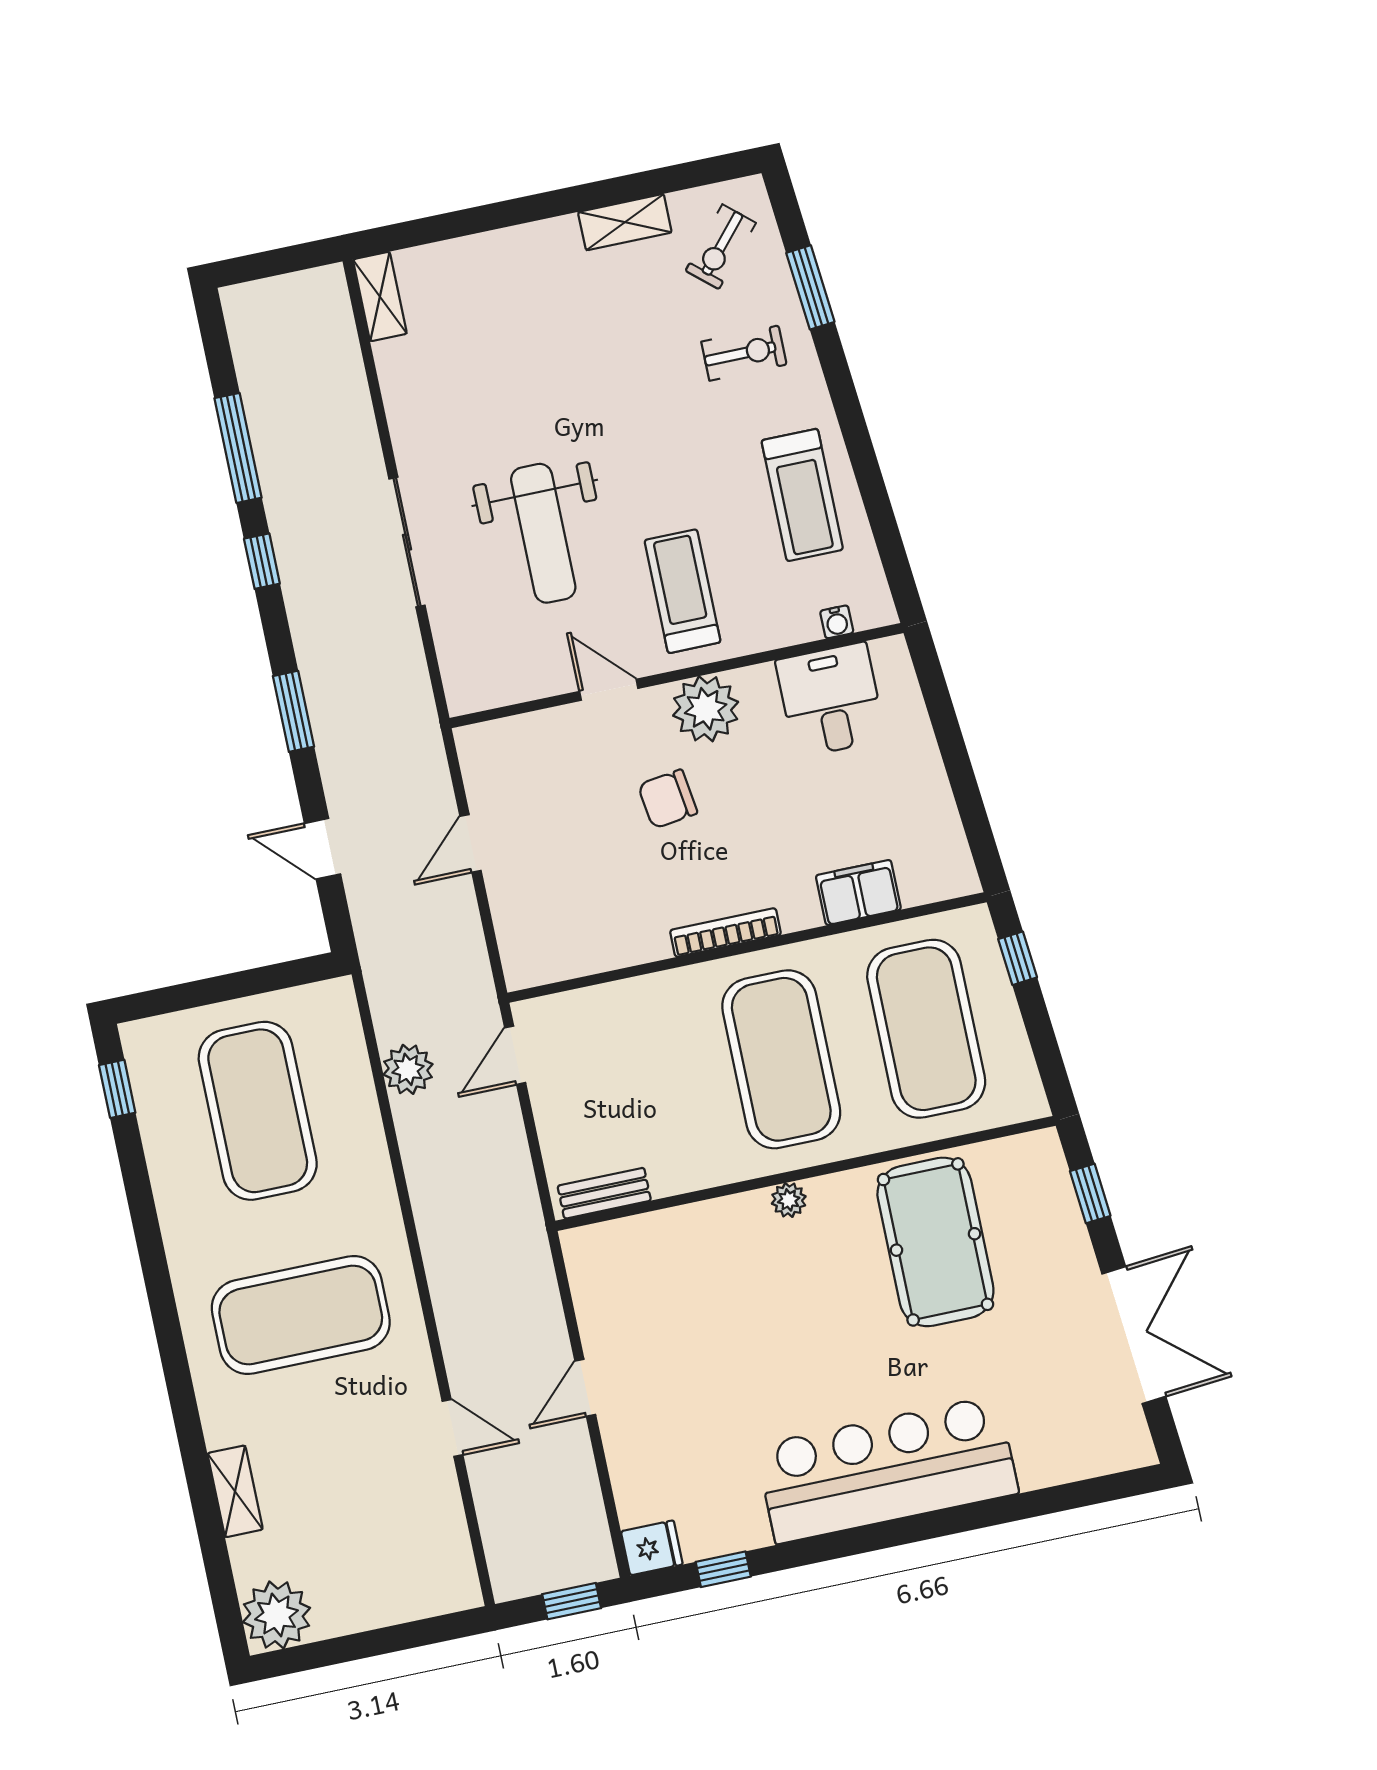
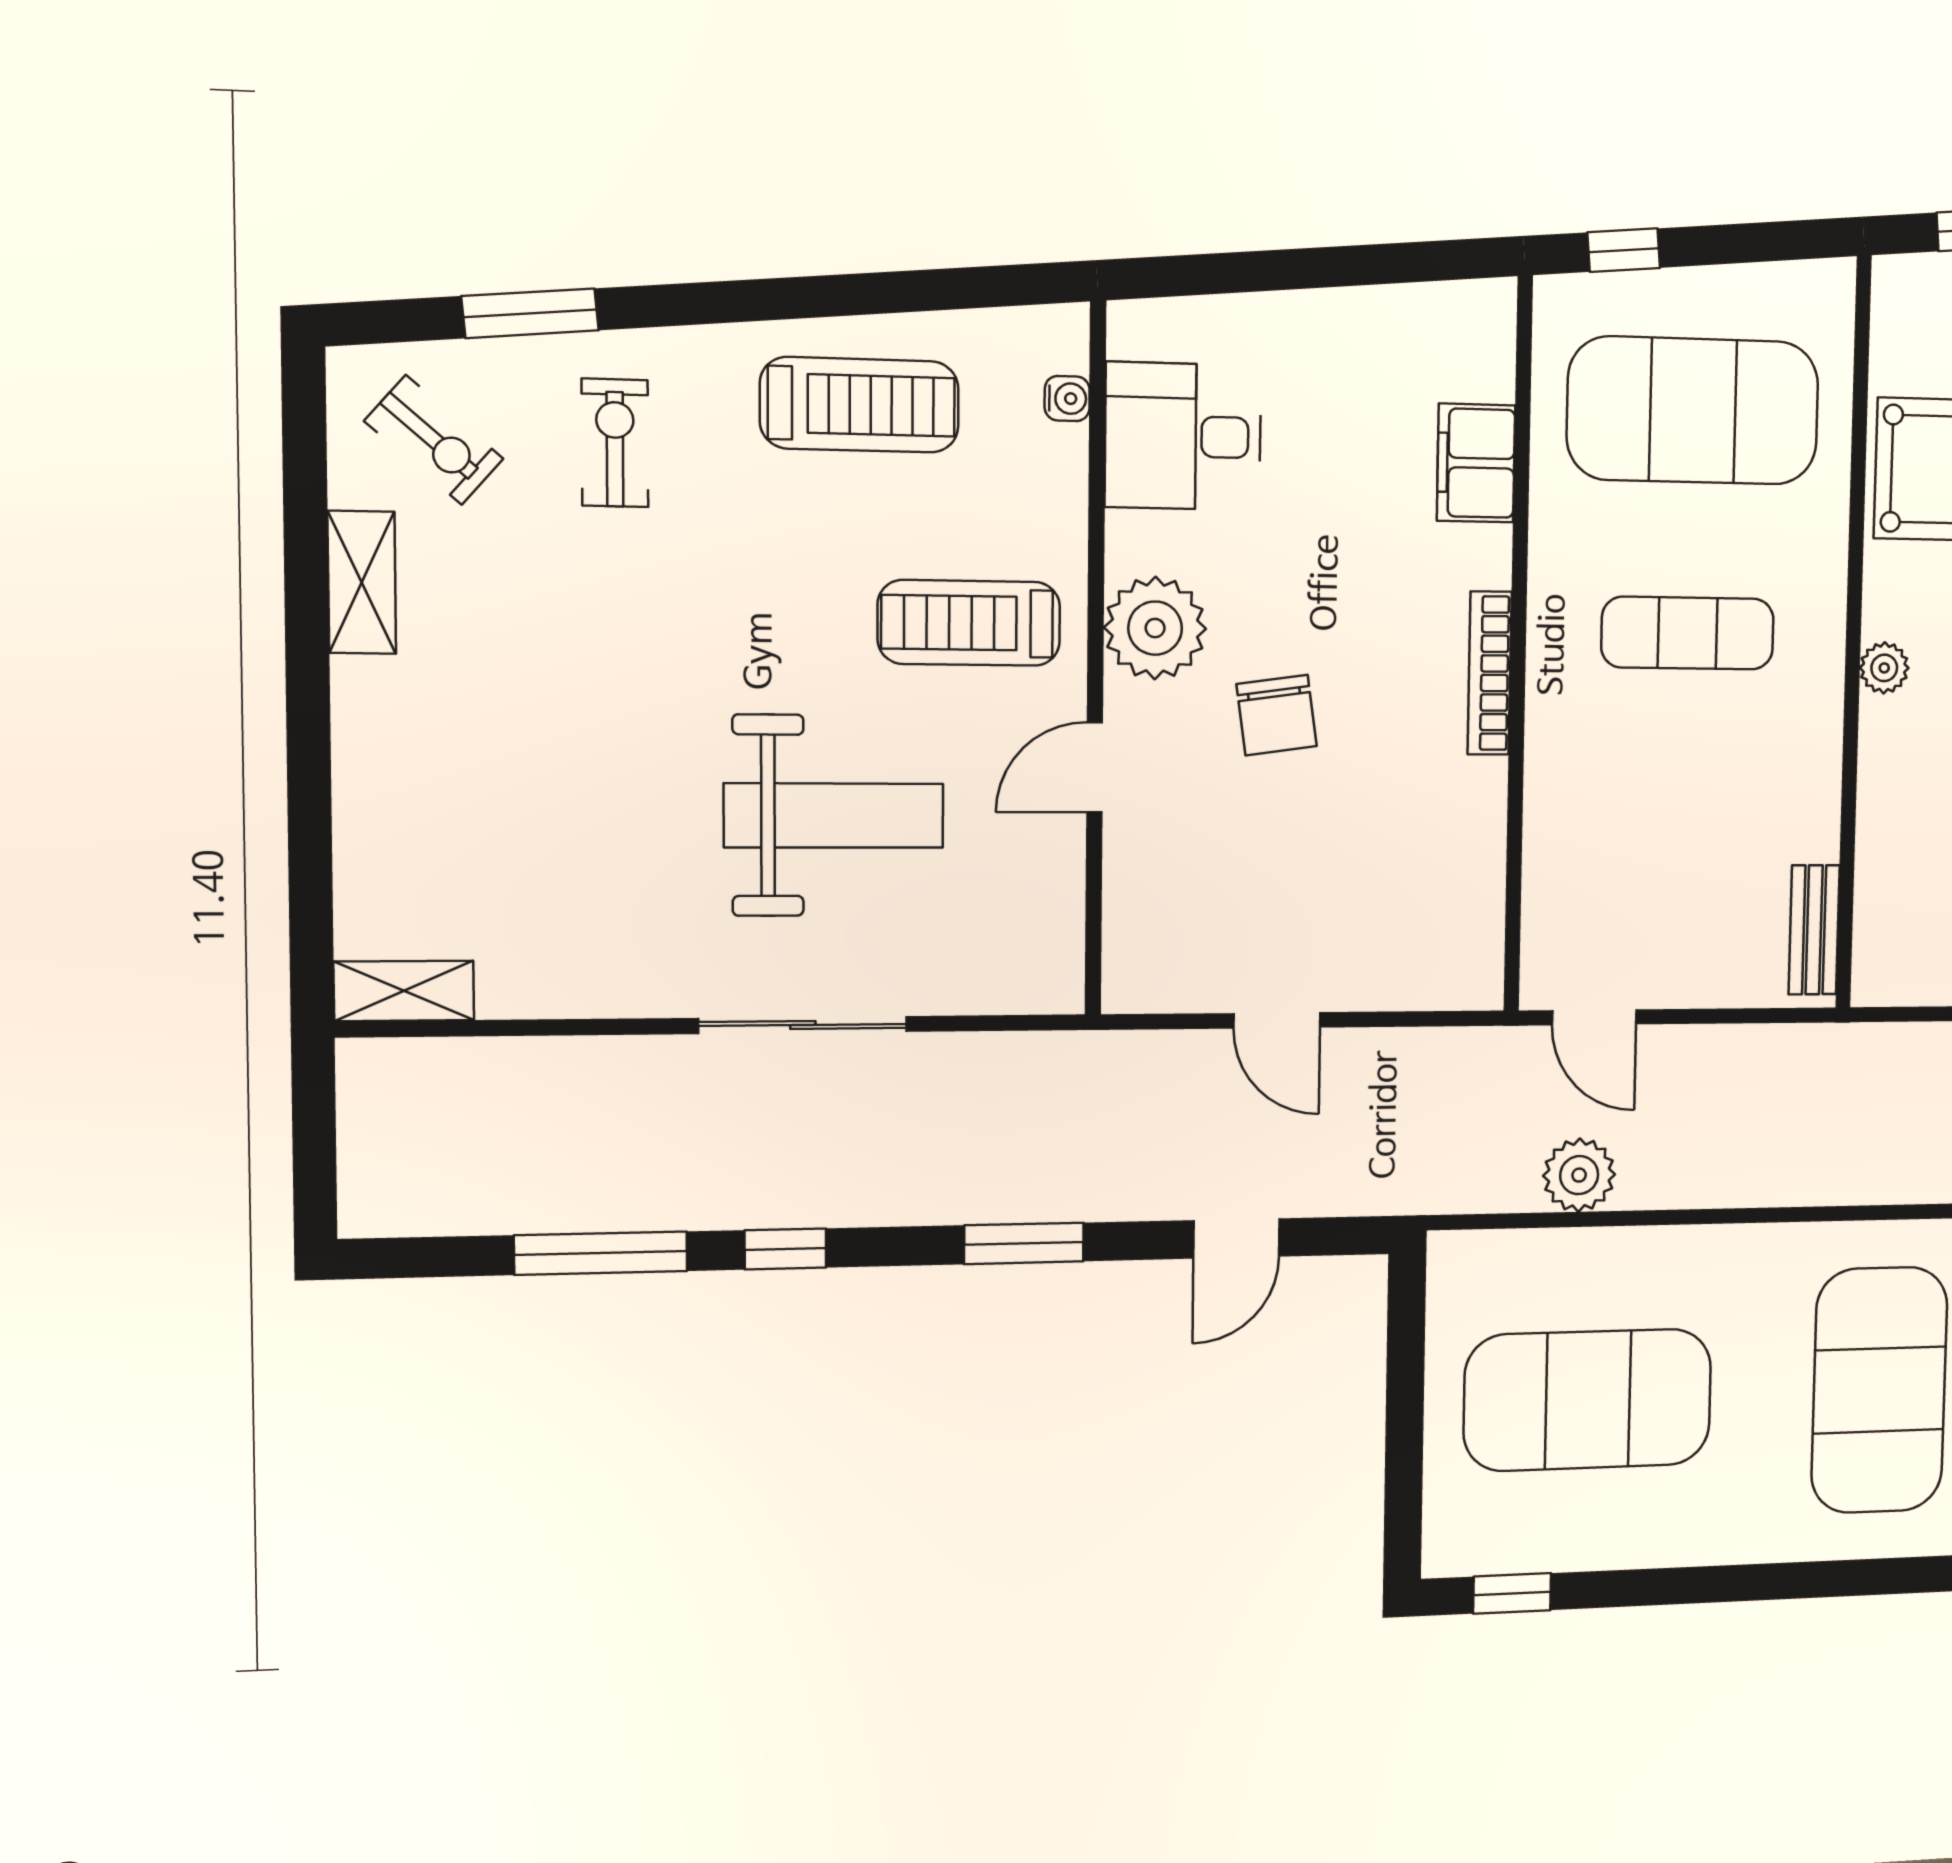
exercise mat: (781, 1059) -> (1688, 633), width x0.50, depth x0.69

